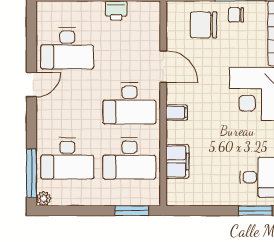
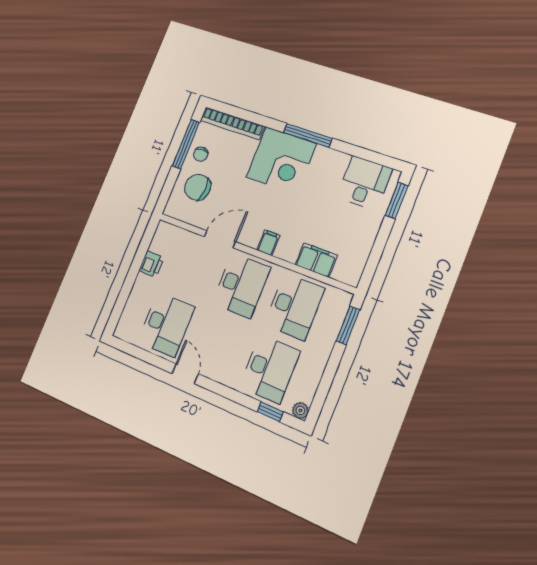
chair: (204, 25) -> (198, 187), turned 95
window: (32, 173) -> (270, 412), width x0.46

